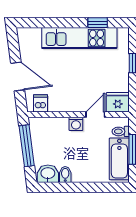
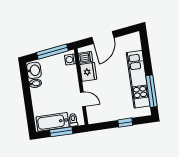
window: (98, 23) -> (152, 91), width x2.17
fridge: (118, 102) -> (88, 72), moved
washing machine: (76, 124) -> (70, 60), moved

